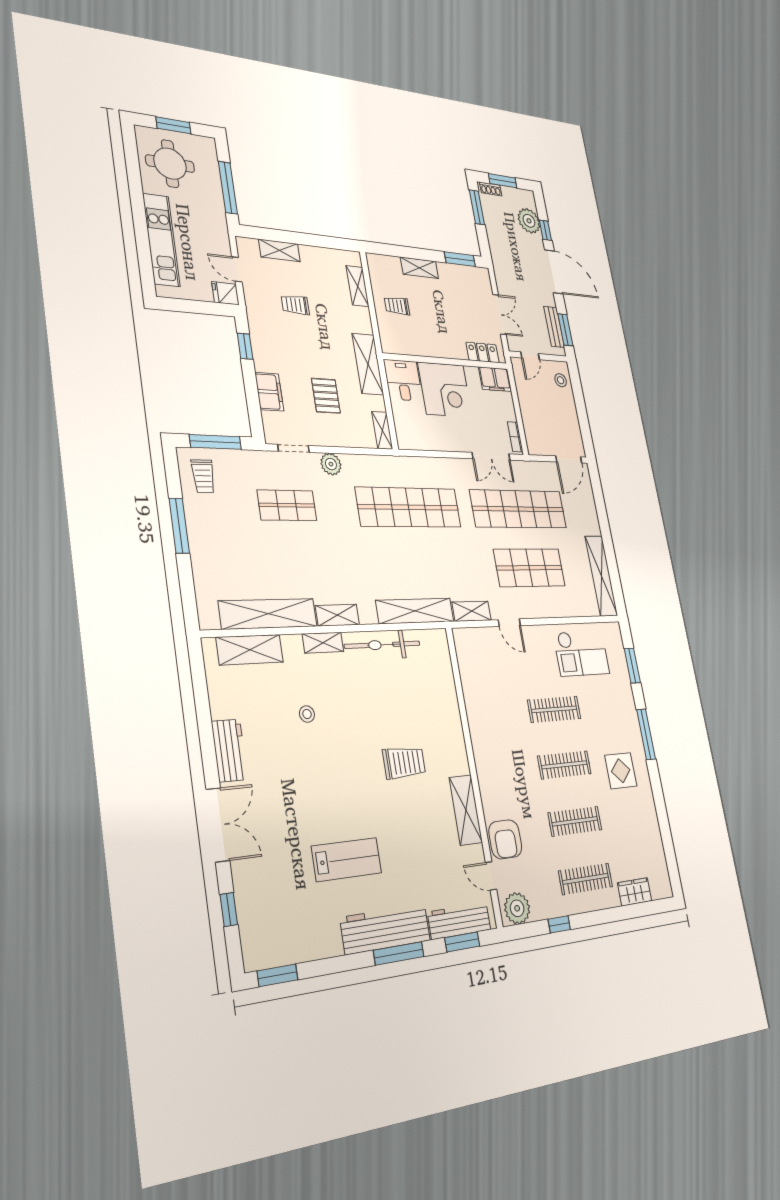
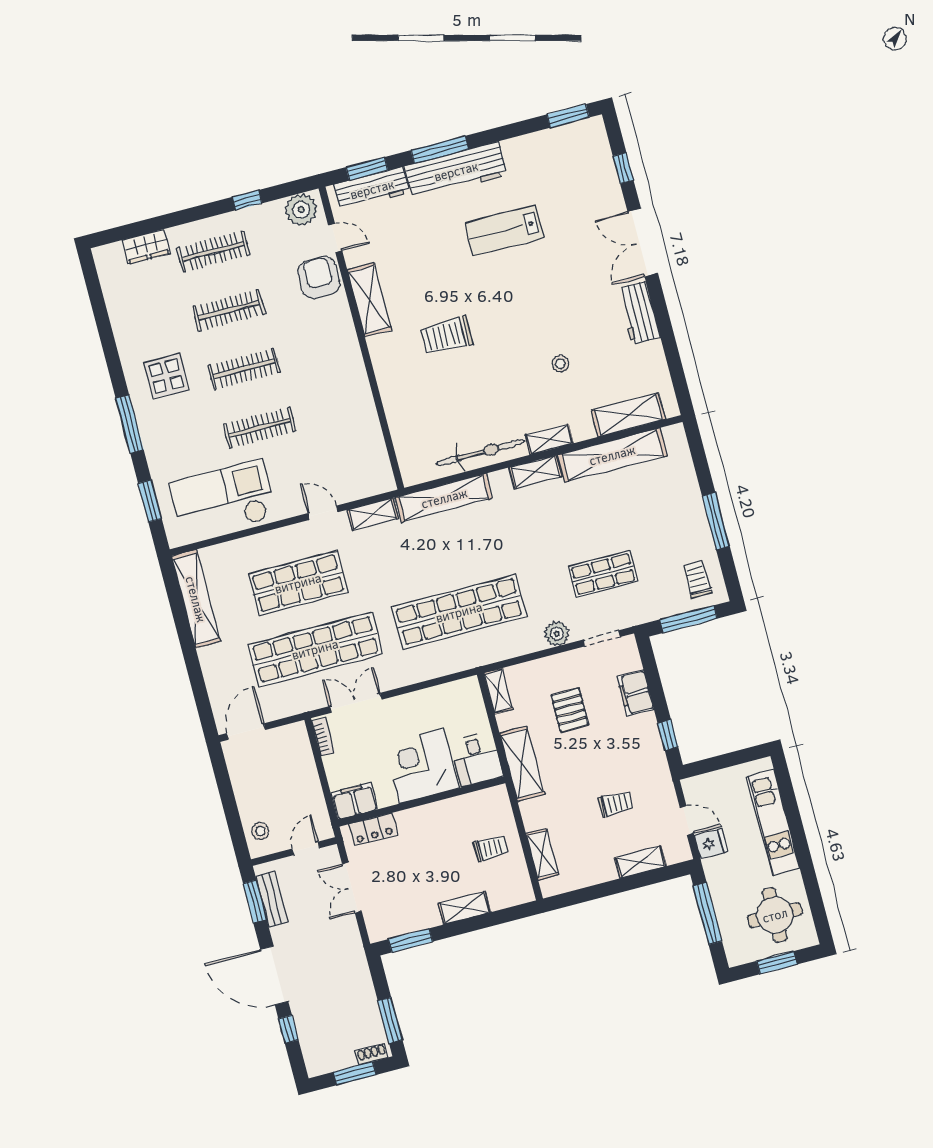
plant: (529, 221) -> (314, 1033), removed
fridge: (225, 293) -> (711, 844), moved
checkout: (581, 653) -> (223, 500), width x1.36, depth x1.21

